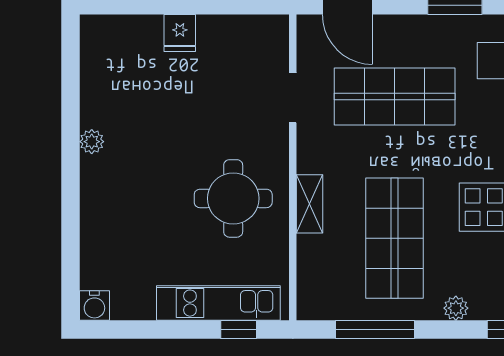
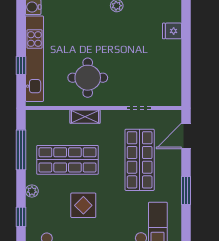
fridge: (180, 33) -> (172, 31), moved
kitchen unit: (218, 303) -> (34, 59), width x1.36
window: (239, 329) -> (21, 66), moved

